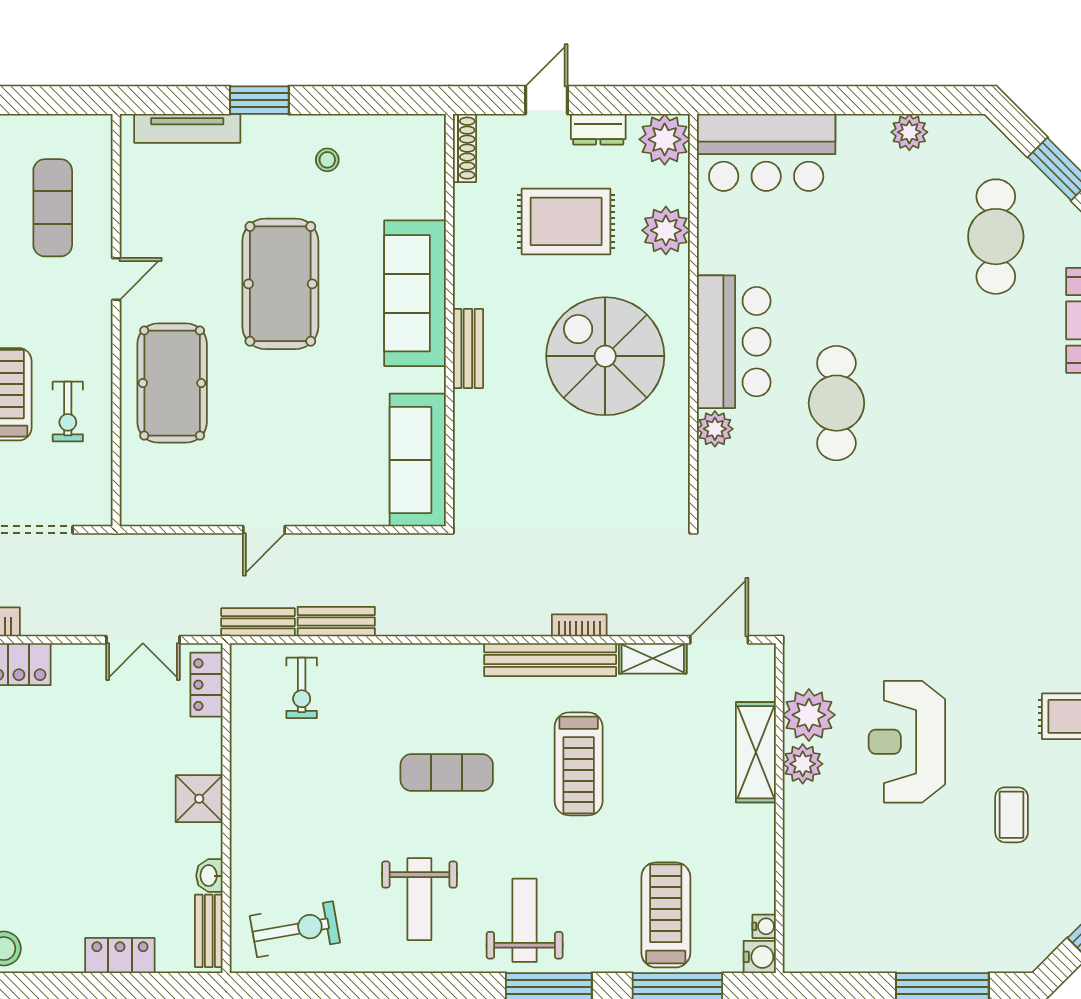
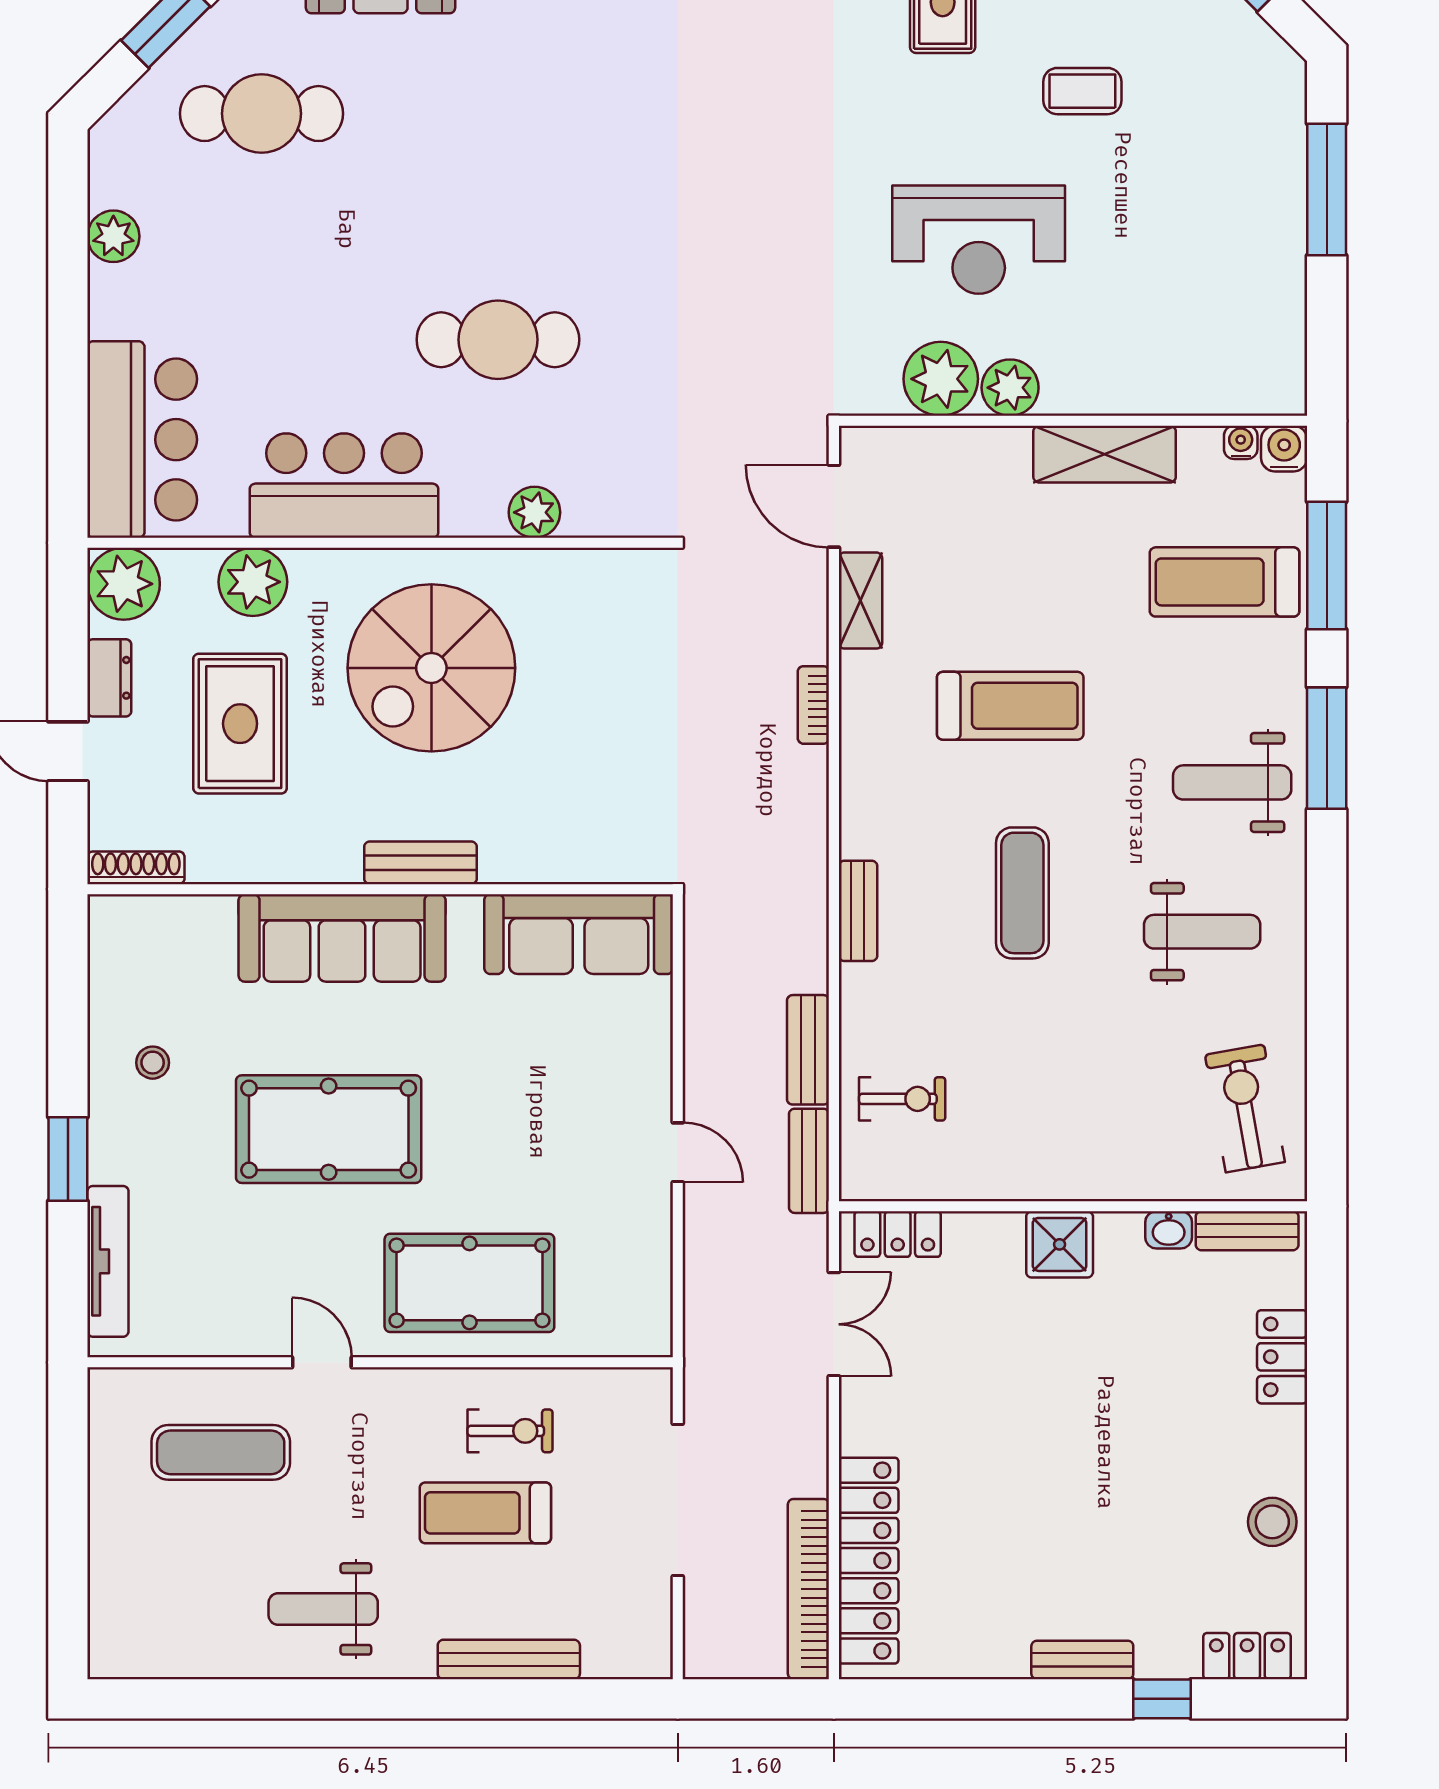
bar counter: (734, 342) -> (344, 486), moved
bench: (550, 660) -> (858, 911), moved, width x0.54, depth x0.82
shelving: (756, 752) -> (1105, 454), moved

